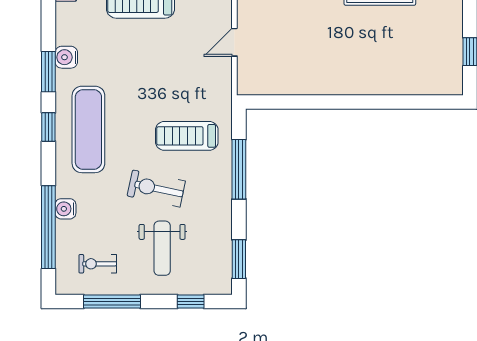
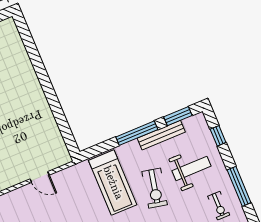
treadmill: (187, 136) -> (113, 183), width x1.37, depth x1.38
window: (239, 169) -> (137, 133), moved
bench: (223, 227) -> (161, 135), added

